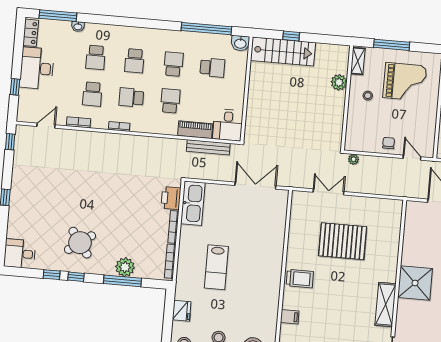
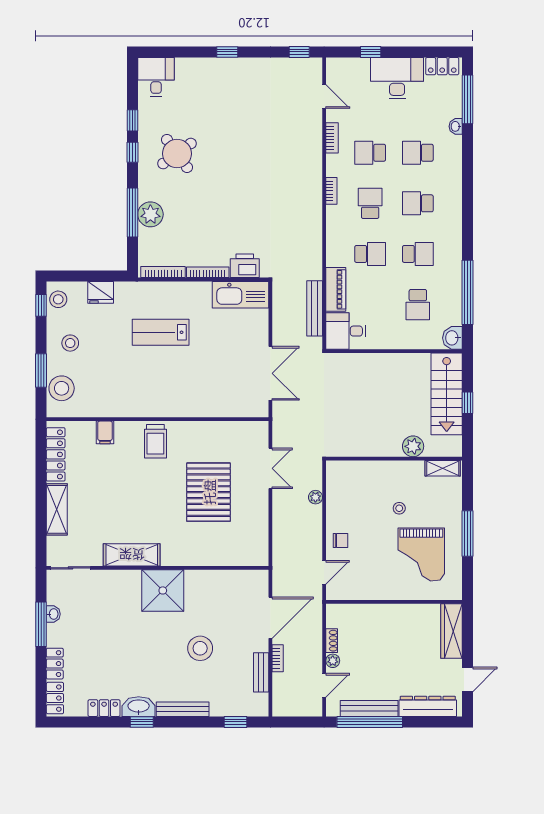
shelving: (358, 61) -> (443, 468), moved
plant: (339, 82) -> (413, 446), moved
wall: (347, 98) -> (394, 459), moved

